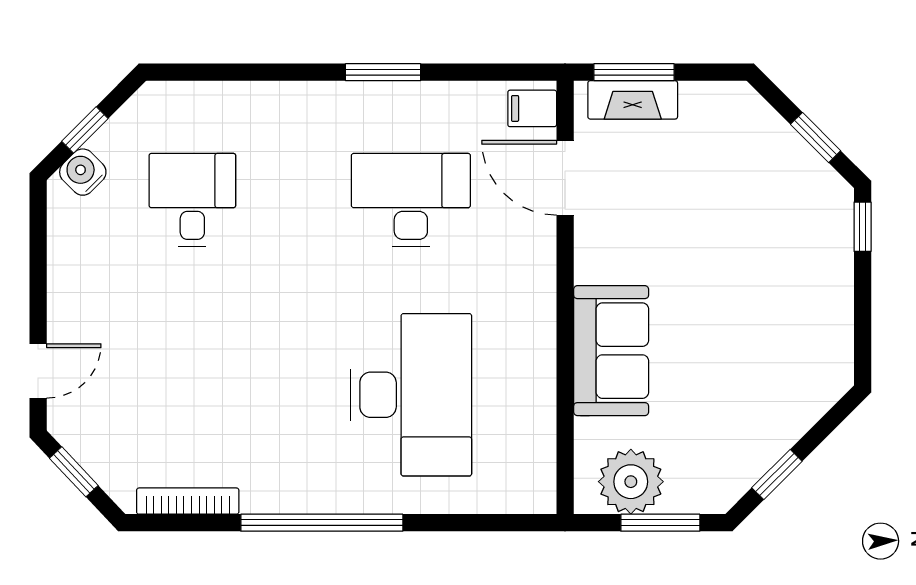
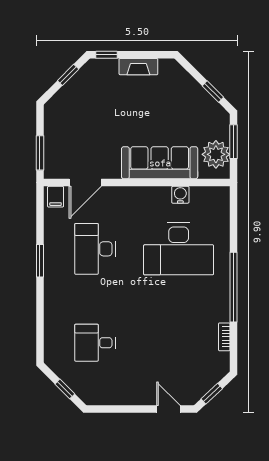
fireplace: (633, 100) -> (138, 67), moved, turned 90
water cooler: (83, 172) -> (180, 195), moved, turned 135
sofa: (611, 351) -> (160, 163), width x1.36
desk: (411, 395) -> (179, 249), turned 180
bookcase: (188, 501) -> (224, 337), width x0.64

